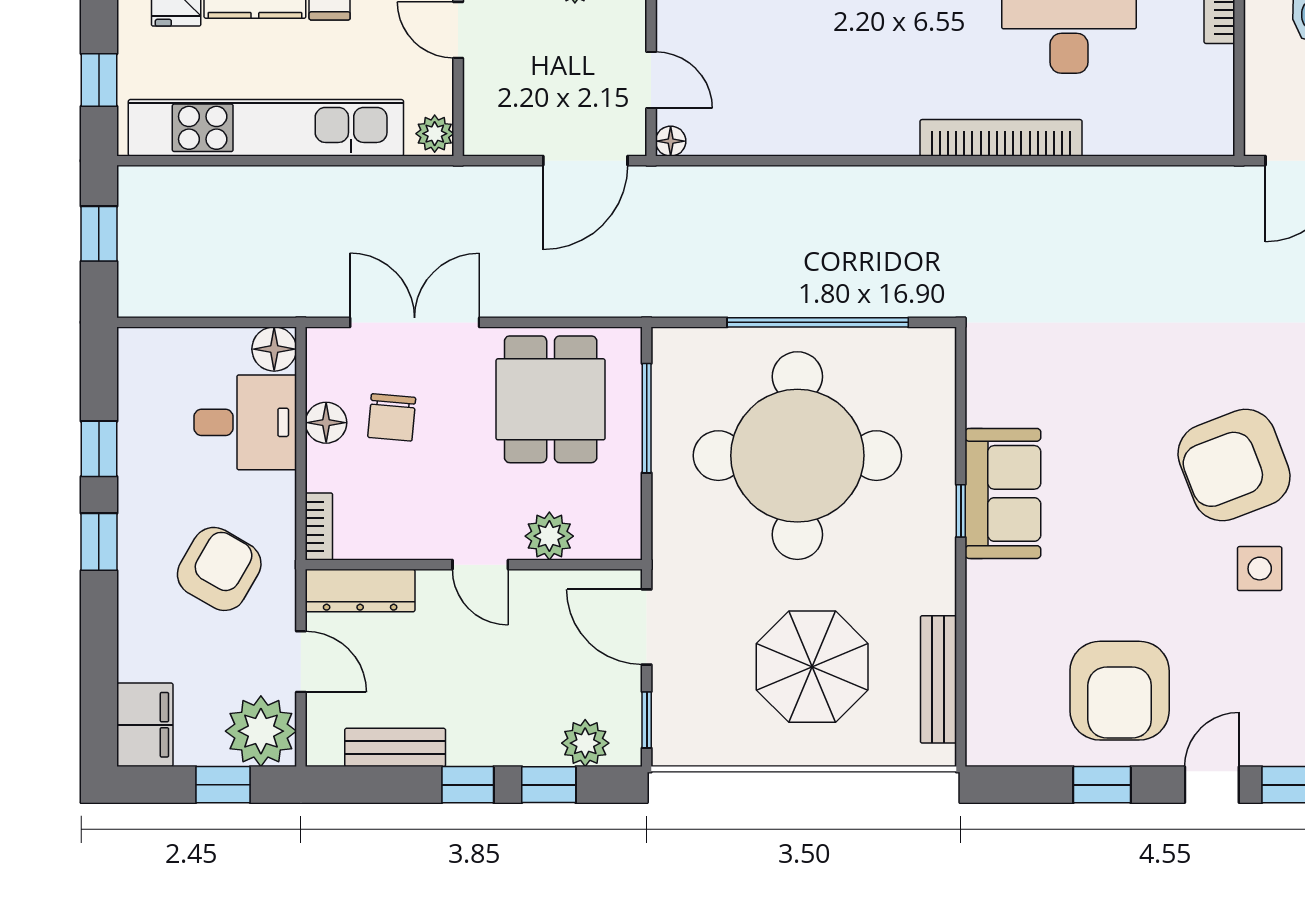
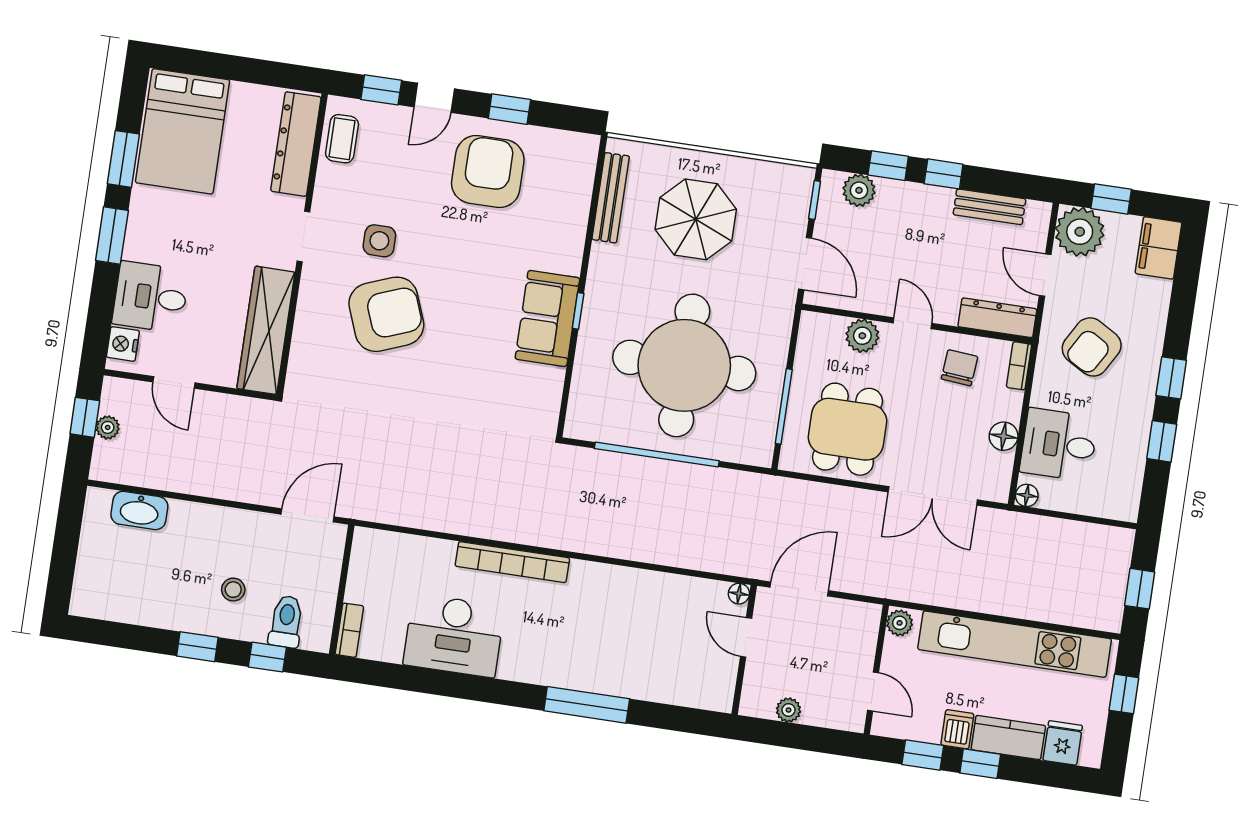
floor lamp: (274, 349) -> (1027, 495), width x0.73, depth x0.73
chair: (392, 417) -> (960, 368), moved

